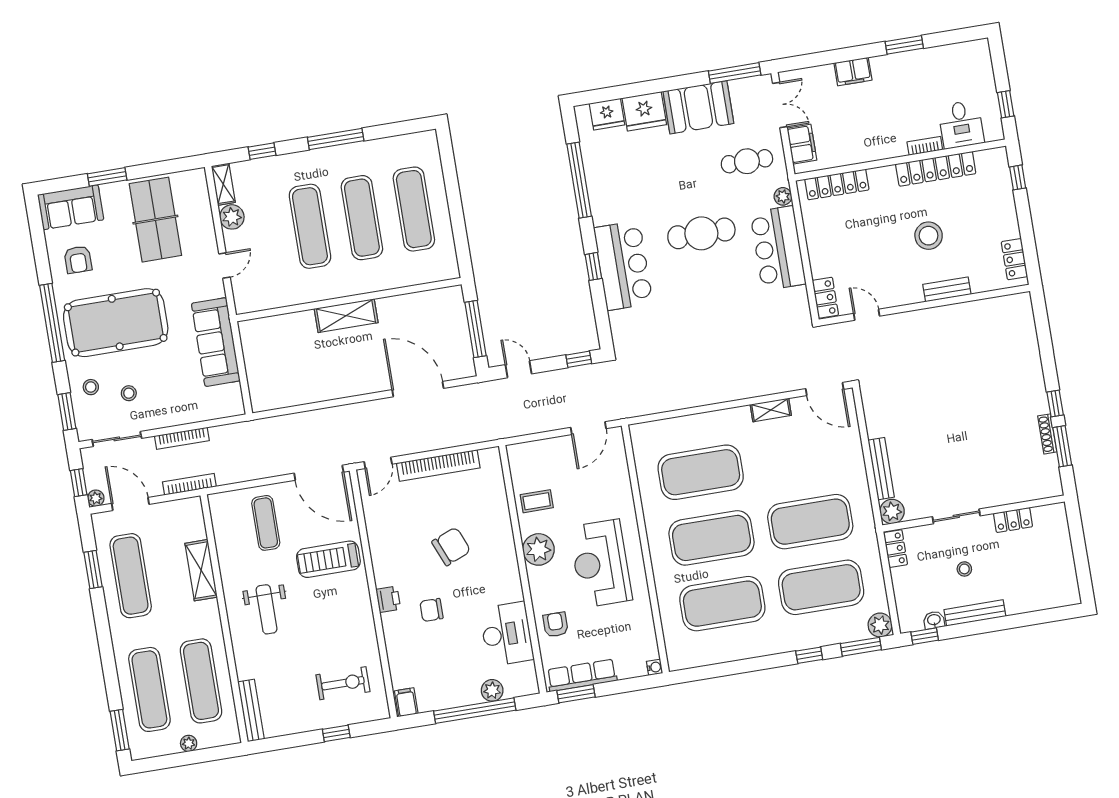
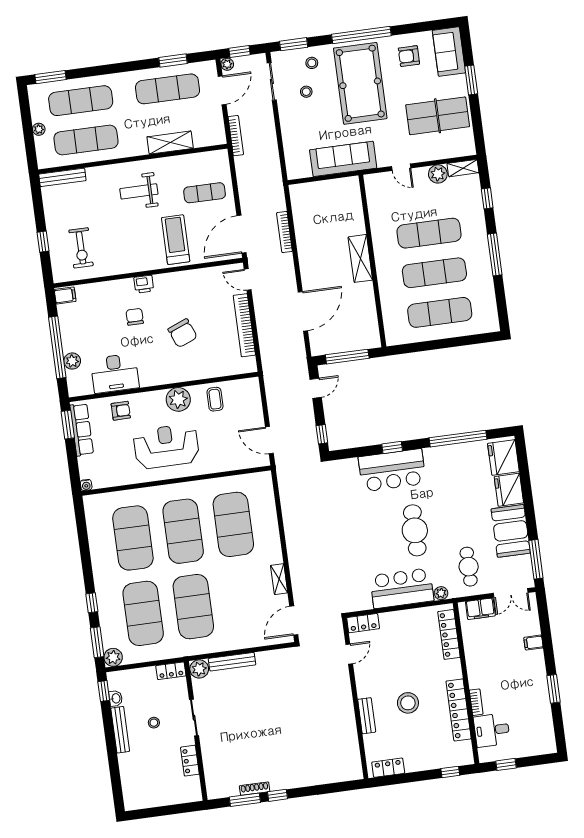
filing cabinet: (853, 71) -> (534, 643), width x0.50
fridge: (607, 114) -> (503, 458), width x1.36, depth x1.34
bookcase: (182, 438) -> (284, 232), moved

